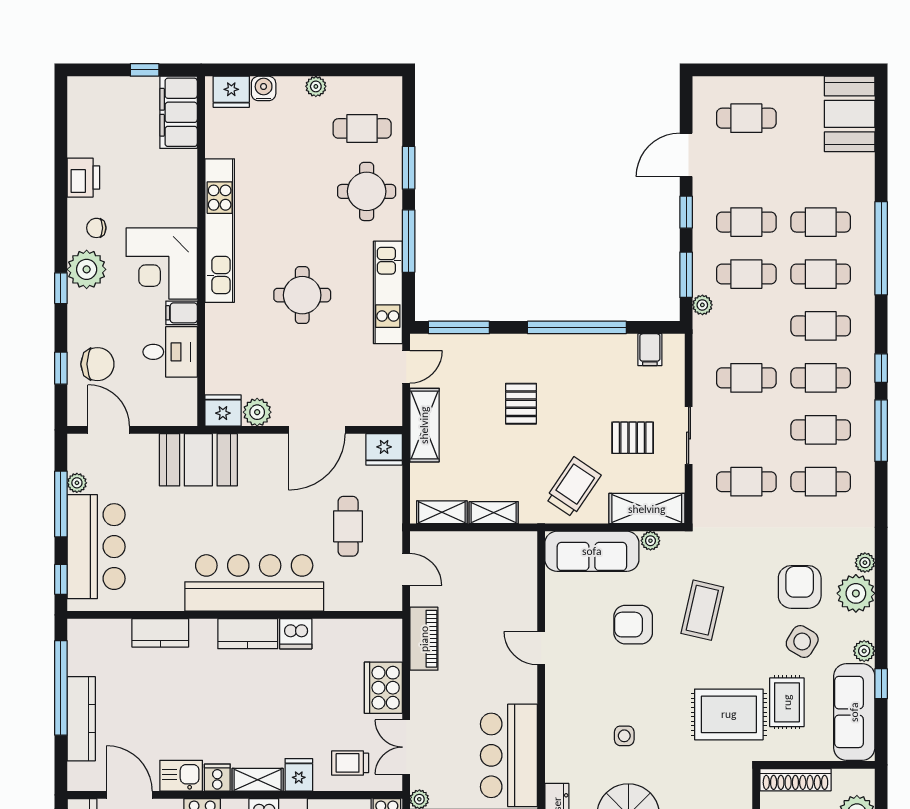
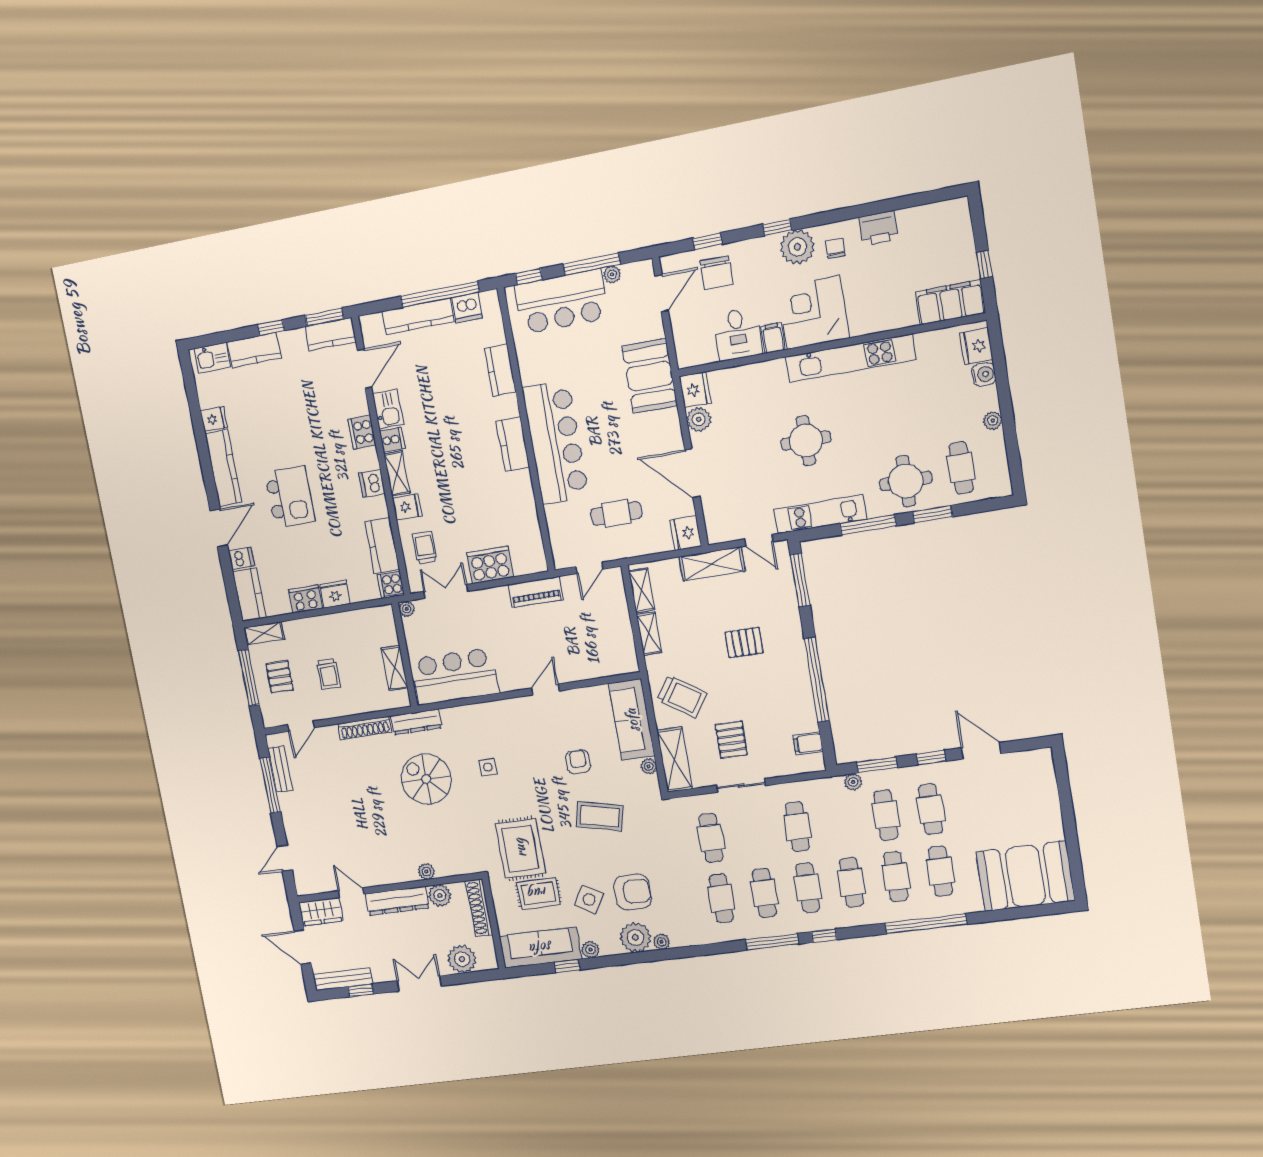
booth: (850, 114) -> (1025, 876), width x1.36, depth x1.42
cafe table: (746, 118) -> (1021, 797), removed
armchair: (633, 625) -> (578, 762), width x0.72, depth x0.72
dishwasher: (296, 634) -> (467, 308), moved, turned -90

